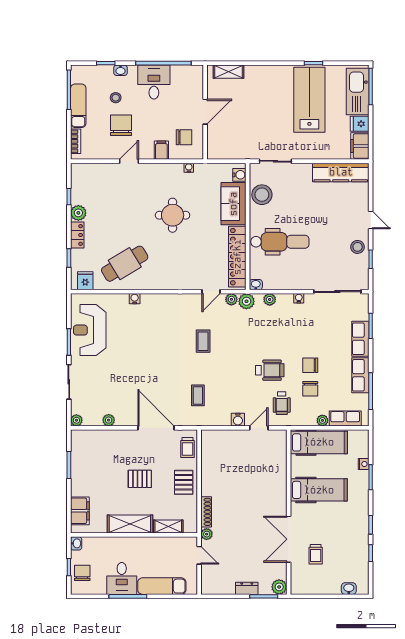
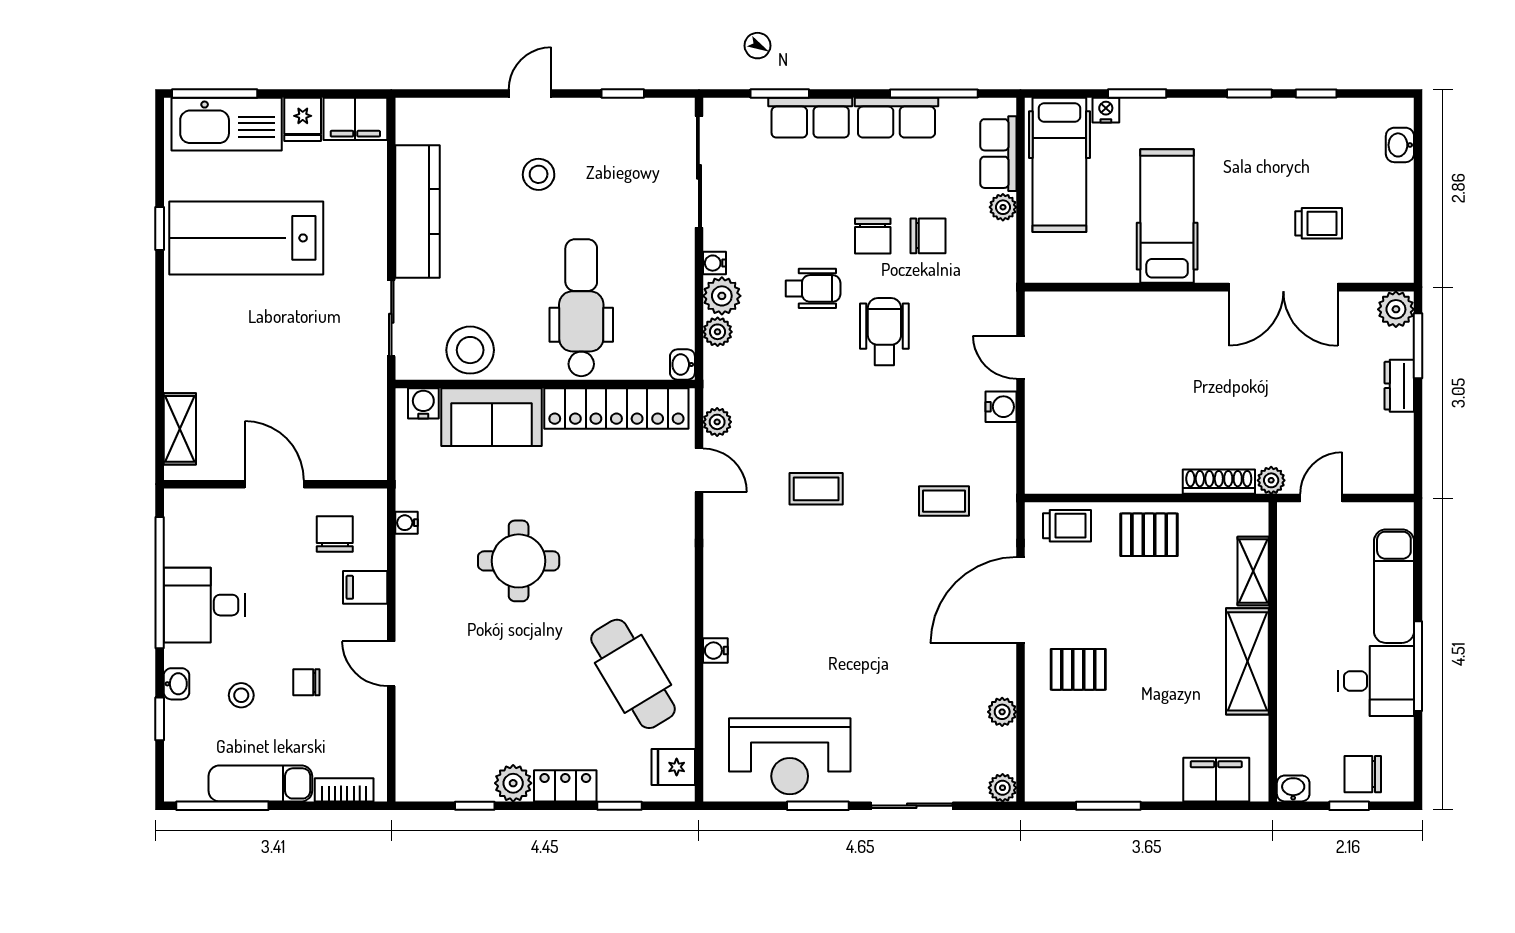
chair: (121, 125) -> (306, 682), width x0.54, depth x0.54
kitchen counter: (341, 172) -> (418, 212), moved
stool: (358, 247) -> (539, 174), moved
plant: (246, 301) -> (722, 296), moved
wheelchair: (282, 403) -> (813, 288), moved
hospital bed: (319, 442) -> (1059, 165), moved, turned 180
pallet: (140, 479) -> (1078, 669), moved, turned 90

